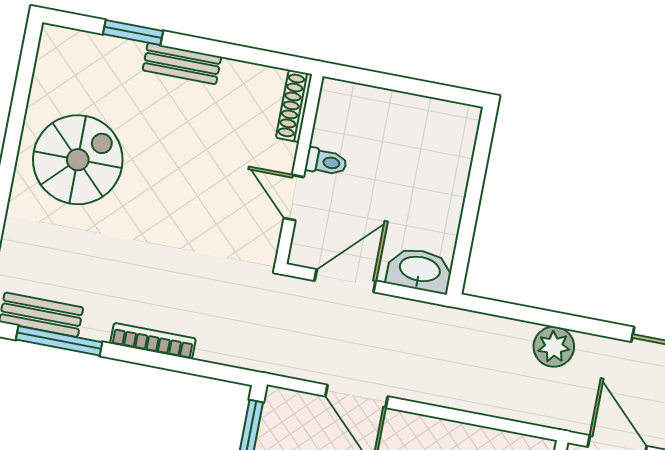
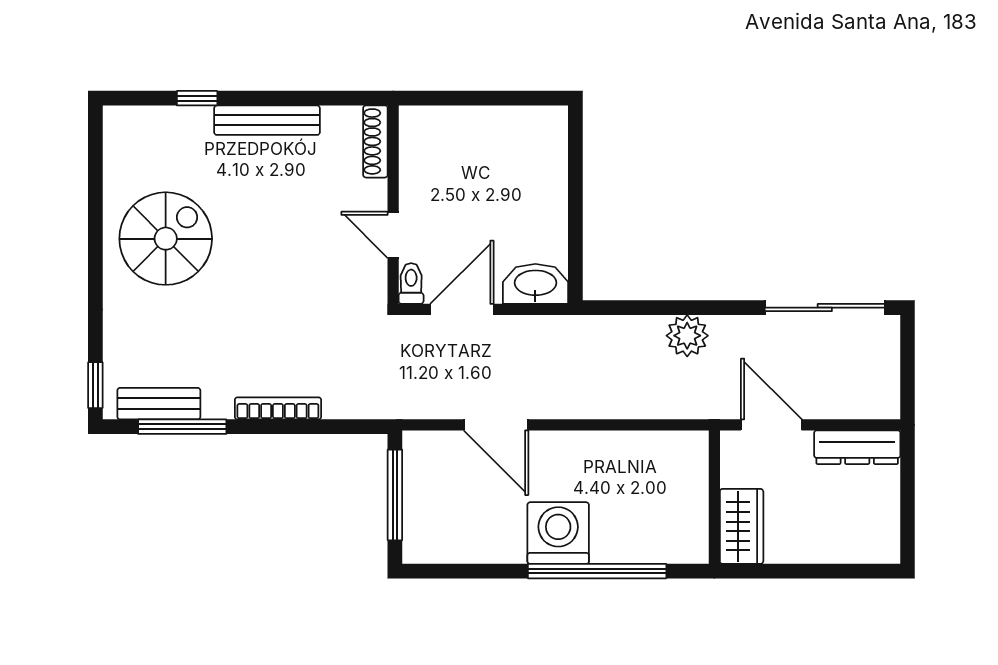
window: (133, 32) -> (197, 98), width x0.67
bench: (182, 64) -> (267, 120), width x1.36
toilet: (326, 162) -> (411, 284), moved, turned -90

